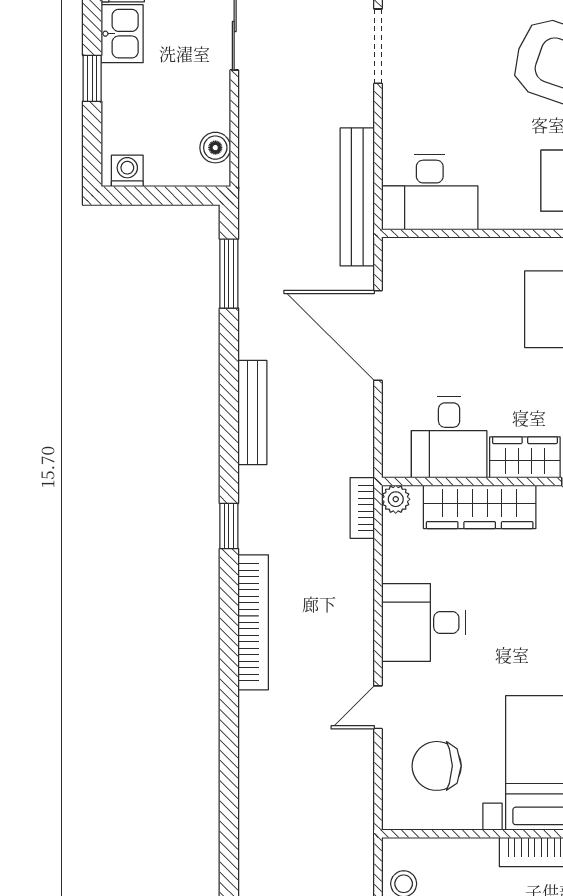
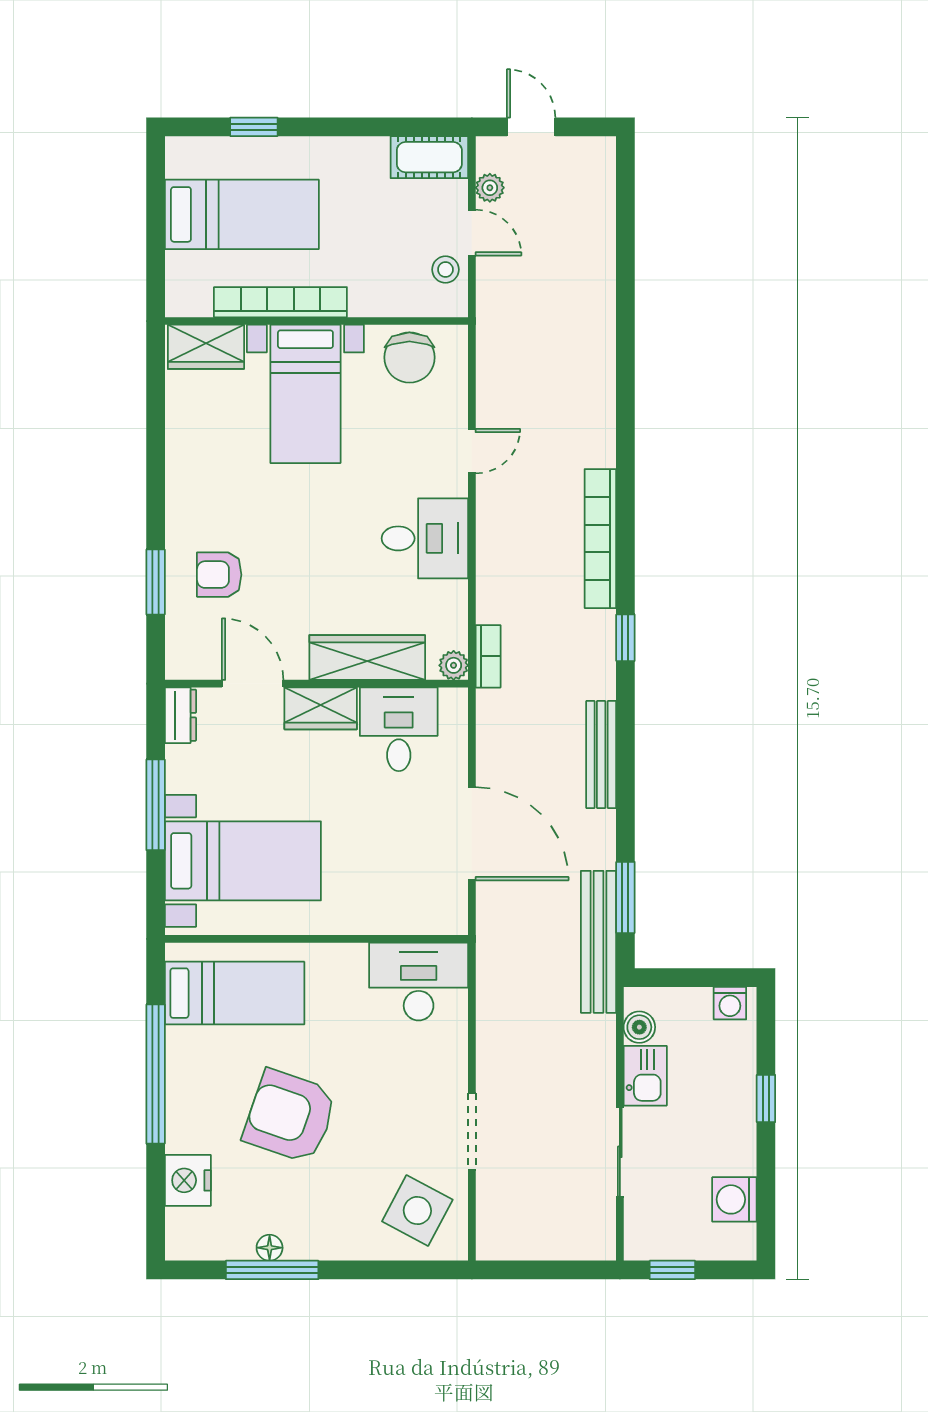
kitchen sink: (122, 34) -> (645, 1076), moved, turned 180
bench: (357, 197) -> (598, 942), moved
chair: (437, 766) -> (409, 357), moved, turned 90

